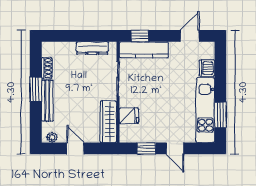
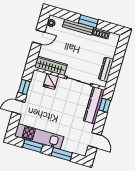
dishwasher: (207, 68) -> (68, 146), removed
window: (220, 74) -> (62, 154), added

